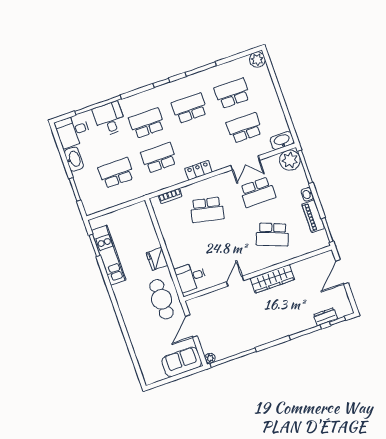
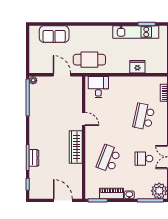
school desk: (258, 192) -> (144, 159), width x0.54
fridge: (157, 259) -> (137, 67), moved
dresser: (325, 317) -> (34, 158), moved
sofa: (182, 362) -> (54, 34), moved, turned 90

